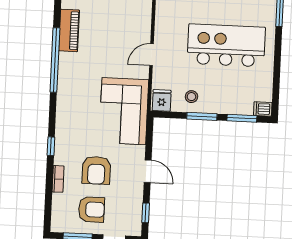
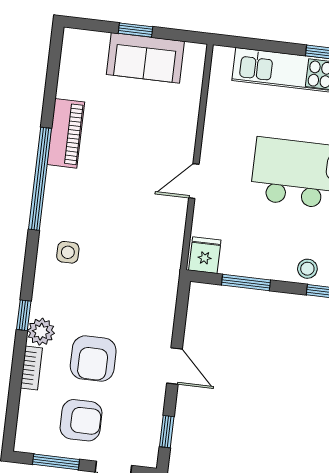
stool: (191, 97) -> (307, 269), moved
side table: (76, 105) -> (68, 252), added
corner sofa: (124, 111) -> (144, 268), removed
window: (202, 116) -> (246, 282), moved
plant: (62, 156) -> (41, 332), added

